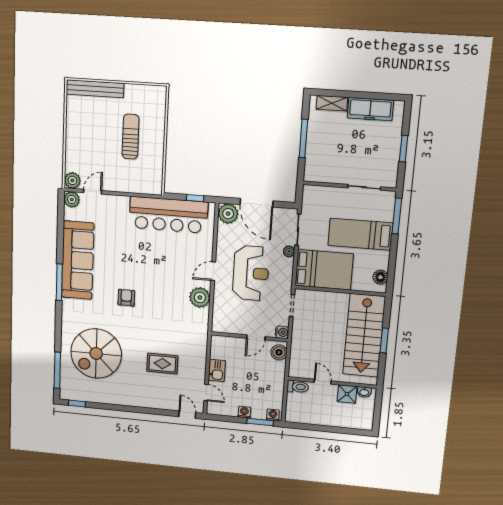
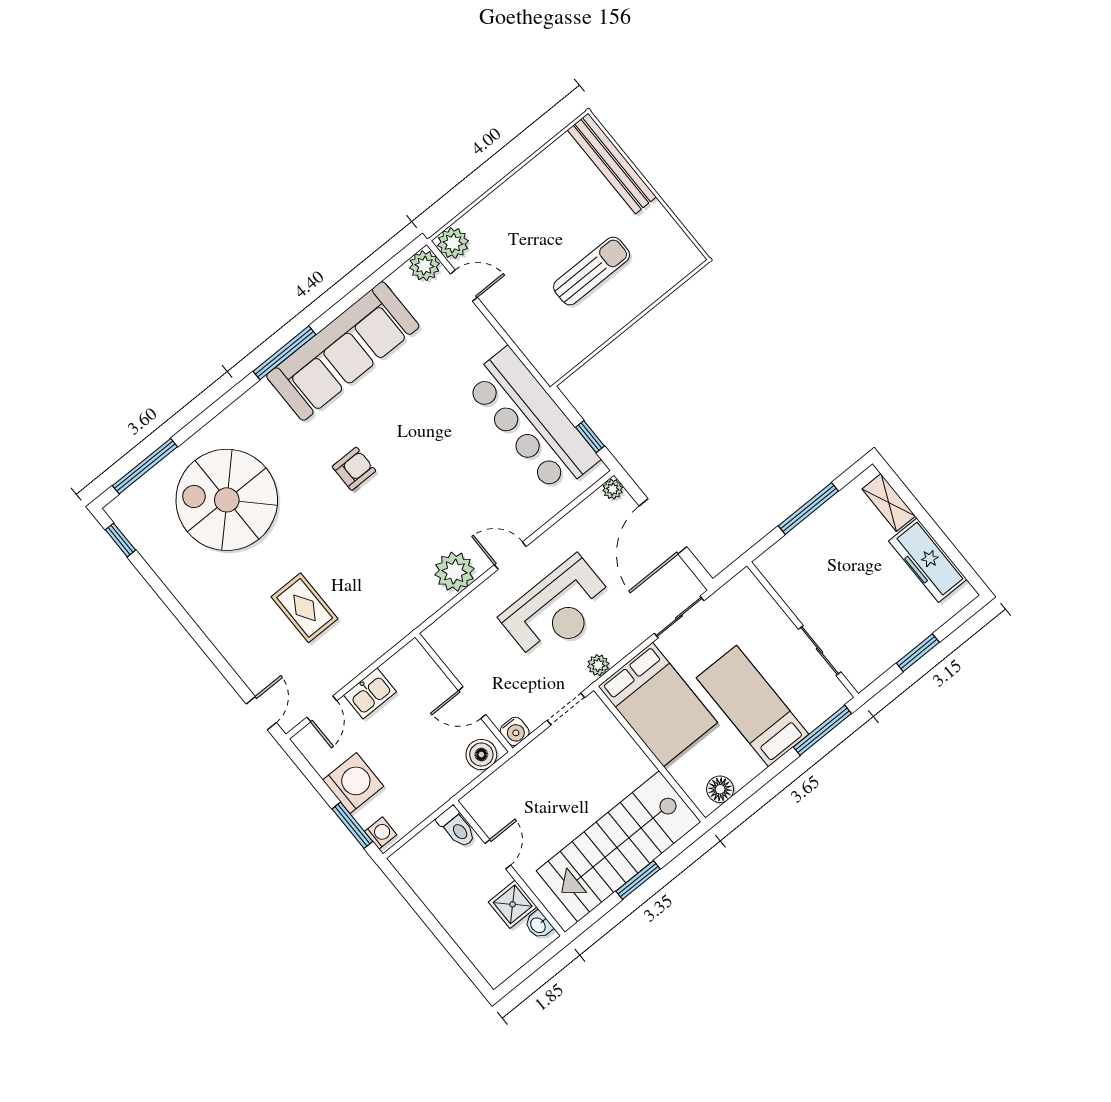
plant: (228, 214) -> (613, 489), width x0.53, depth x0.53
plant: (289, 251) -> (598, 665), moved
washing machine: (244, 412) -> (353, 783), width x1.89, depth x1.89

